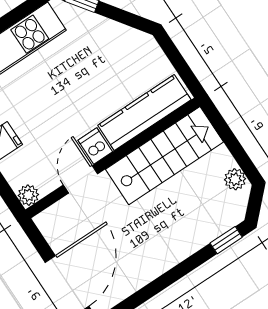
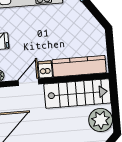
plant: (235, 179) -> (101, 120), width x1.87, depth x1.87

